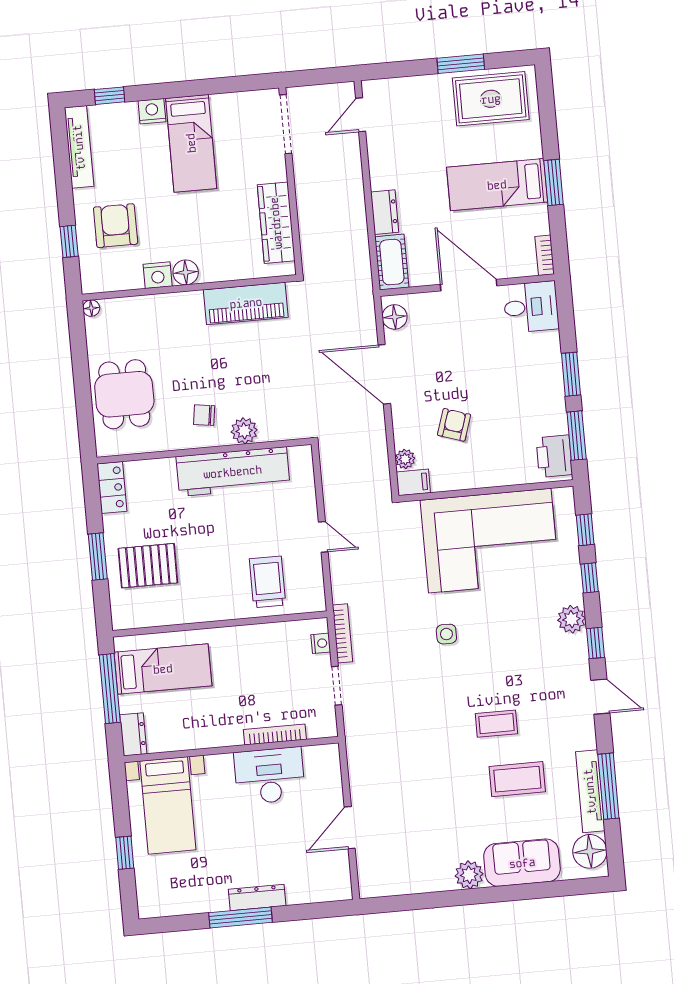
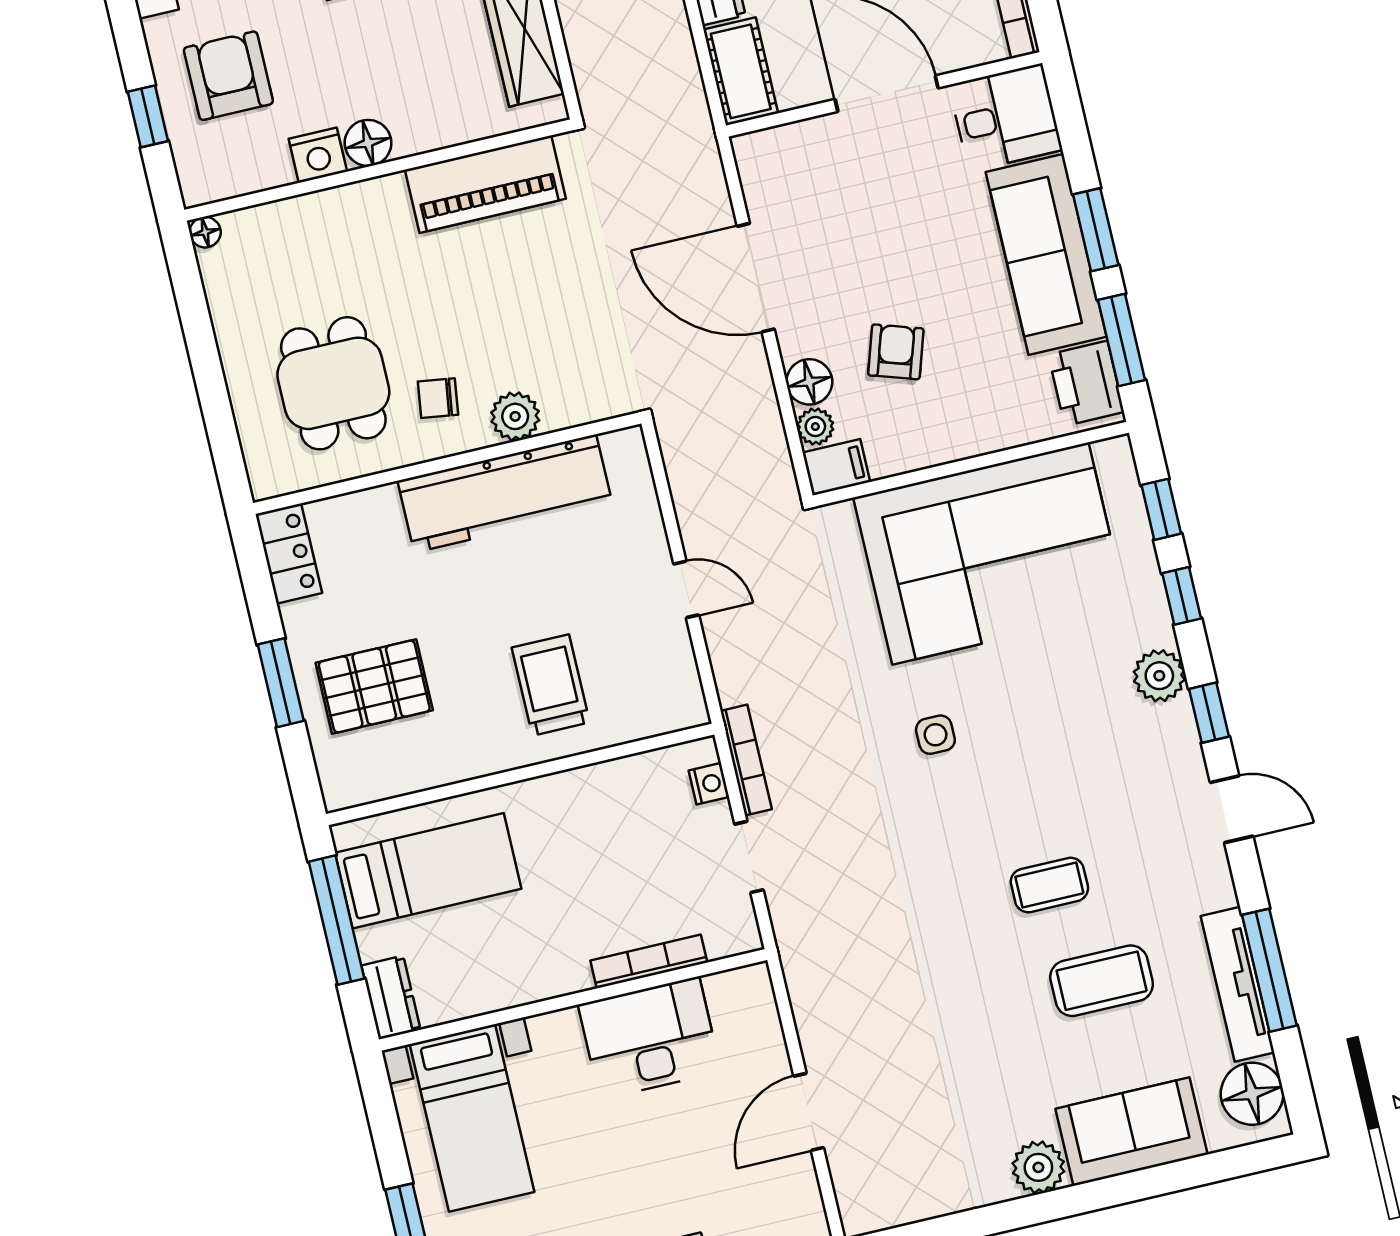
floor lamp: (395, 317) -> (809, 382), moved
sofa: (542, 384) -> (1046, 254), added
dining table: (124, 394) -> (333, 383), moved
trolley: (268, 582) -> (551, 685), moved

